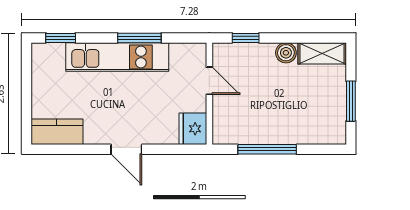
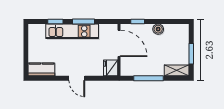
window: (61, 38) -> (55, 22), moved
shelving: (322, 53) -> (177, 70), moved
door: (209, 81) -> (119, 43), width x1.88

